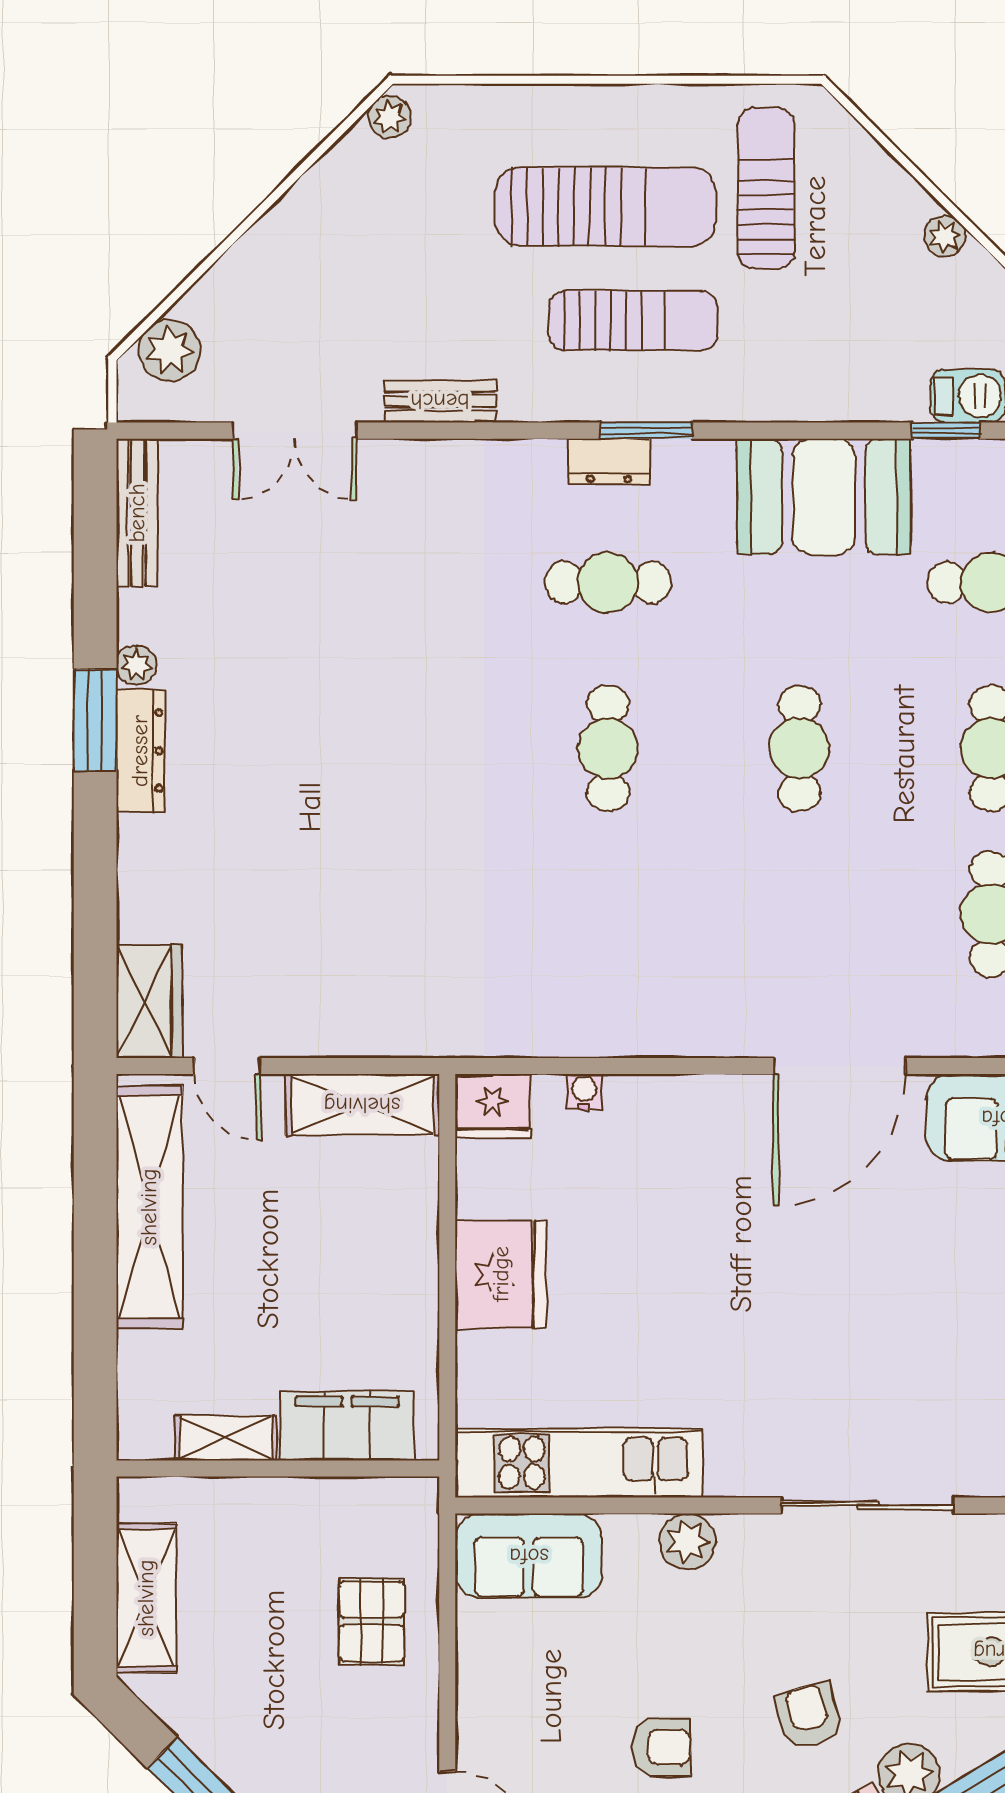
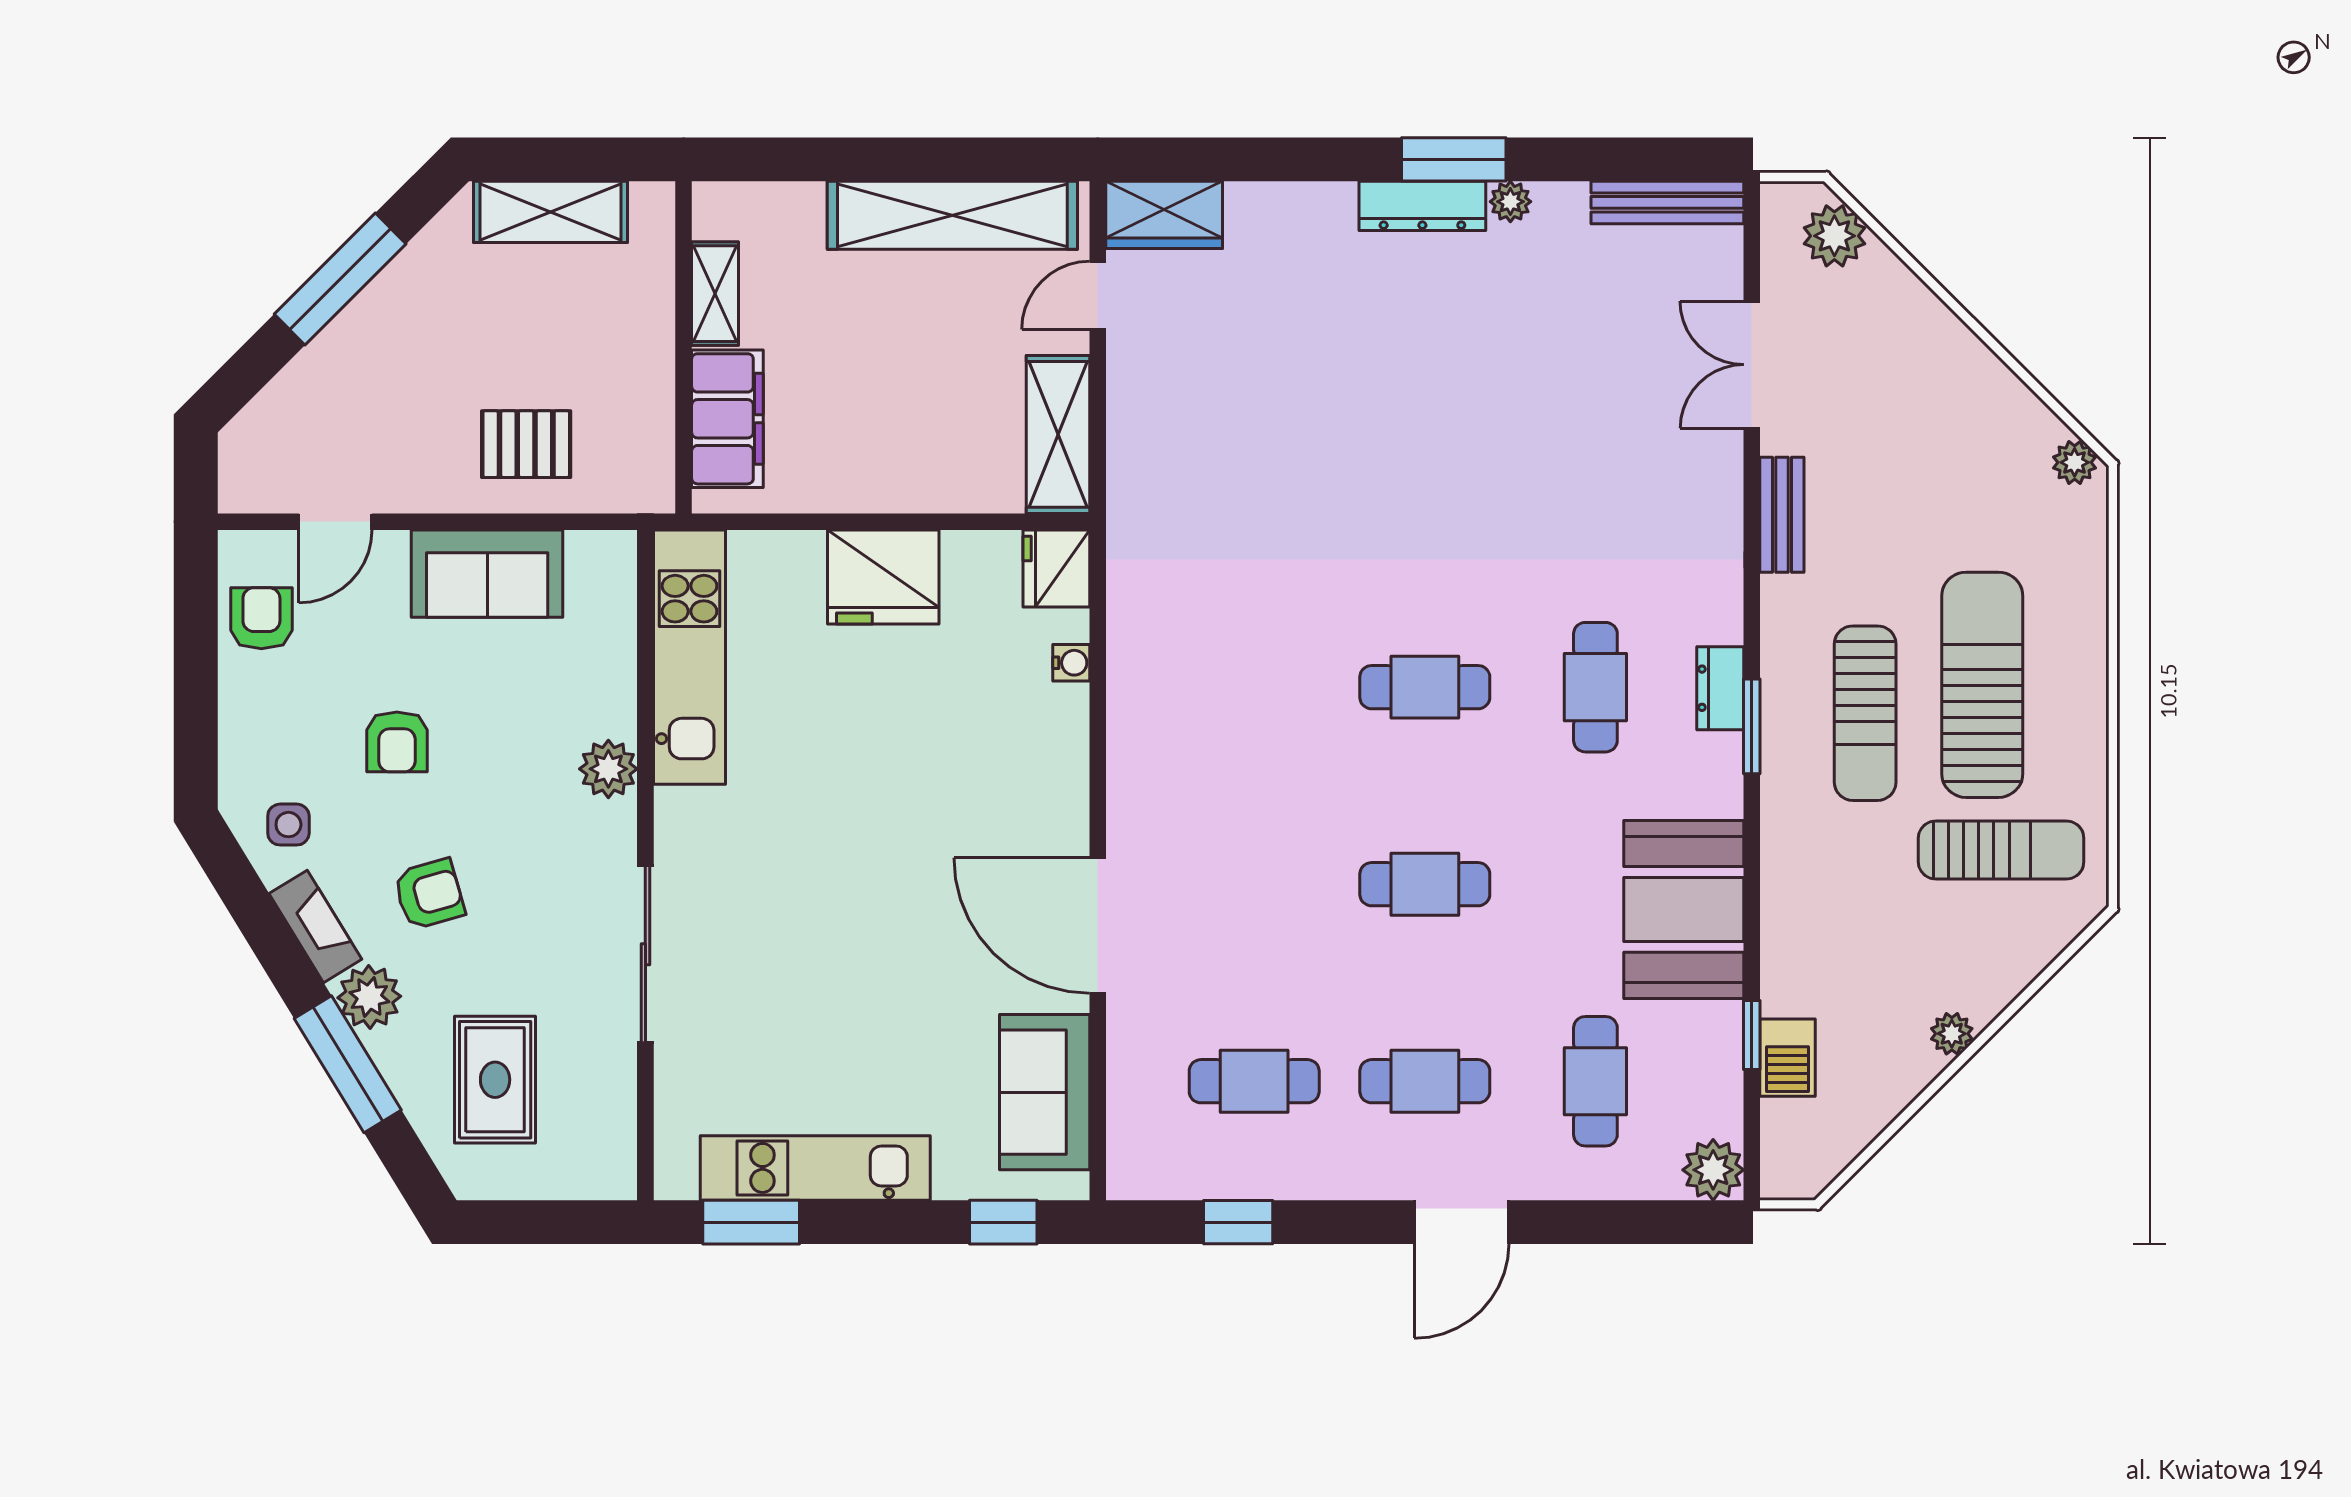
sun lounger: (606, 207) -> (1982, 685), turned 180
sofa: (529, 1556) -> (487, 574), moved, turned -90

